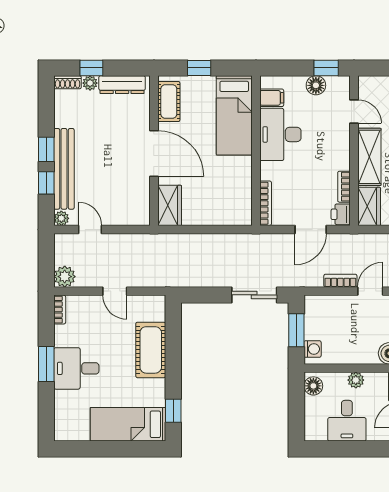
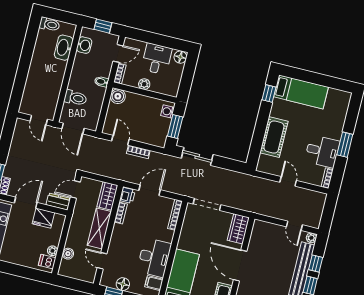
doorway: (223, 230) -> (207, 204), added
plant: (65, 277) -> (319, 199), removed
door: (370, 291) -> (120, 140), swing flipped
desk: (76, 368) -> (322, 151), moved
floor lamp: (313, 386) -> (180, 57), moved

